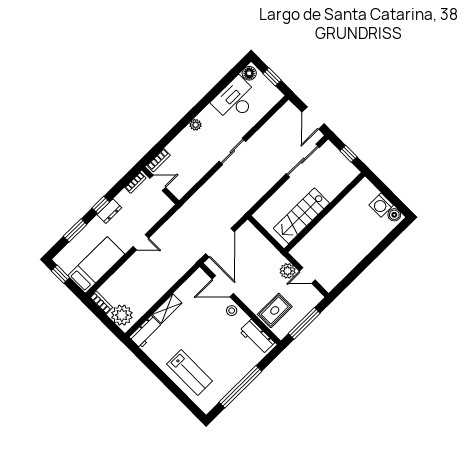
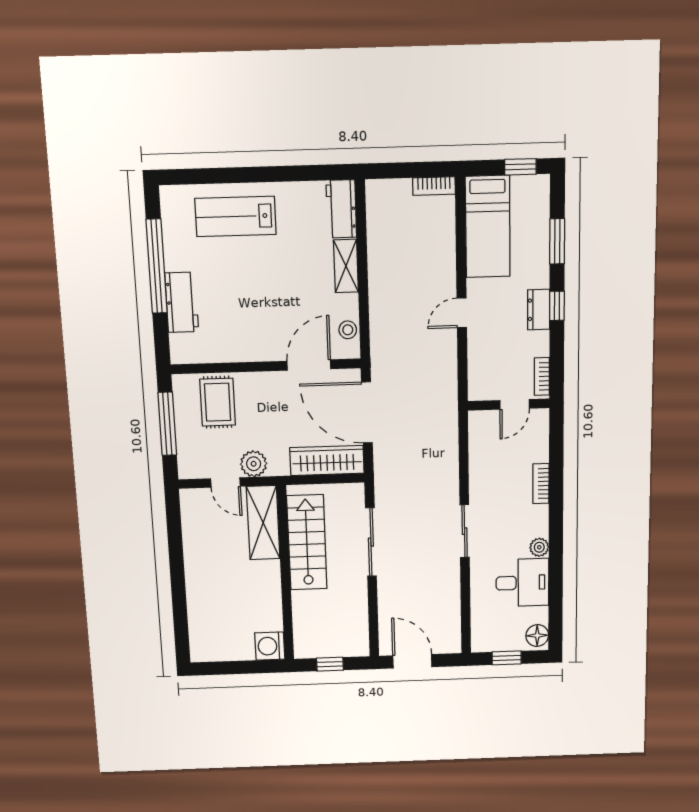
desk: (235, 100) -> (522, 583), width x0.73
plant: (196, 125) -> (539, 547), moved
bookcase: (159, 160) -> (541, 484), moved
sliding door: (303, 161) -> (371, 542), moved
washing machine: (381, 205) -> (270, 646), moved, turned -90
boiler: (394, 215) -> (205, 652), removed
wardrobe: (257, 241) -> (327, 460), added
shelving: (310, 243) -> (263, 523), added
door: (307, 276) -> (226, 482), swing flipped
stool: (232, 311) -> (348, 330), moved
plant: (122, 315) -> (392, 198), removed
workbench: (257, 337) -> (182, 302), moved, turned 90

